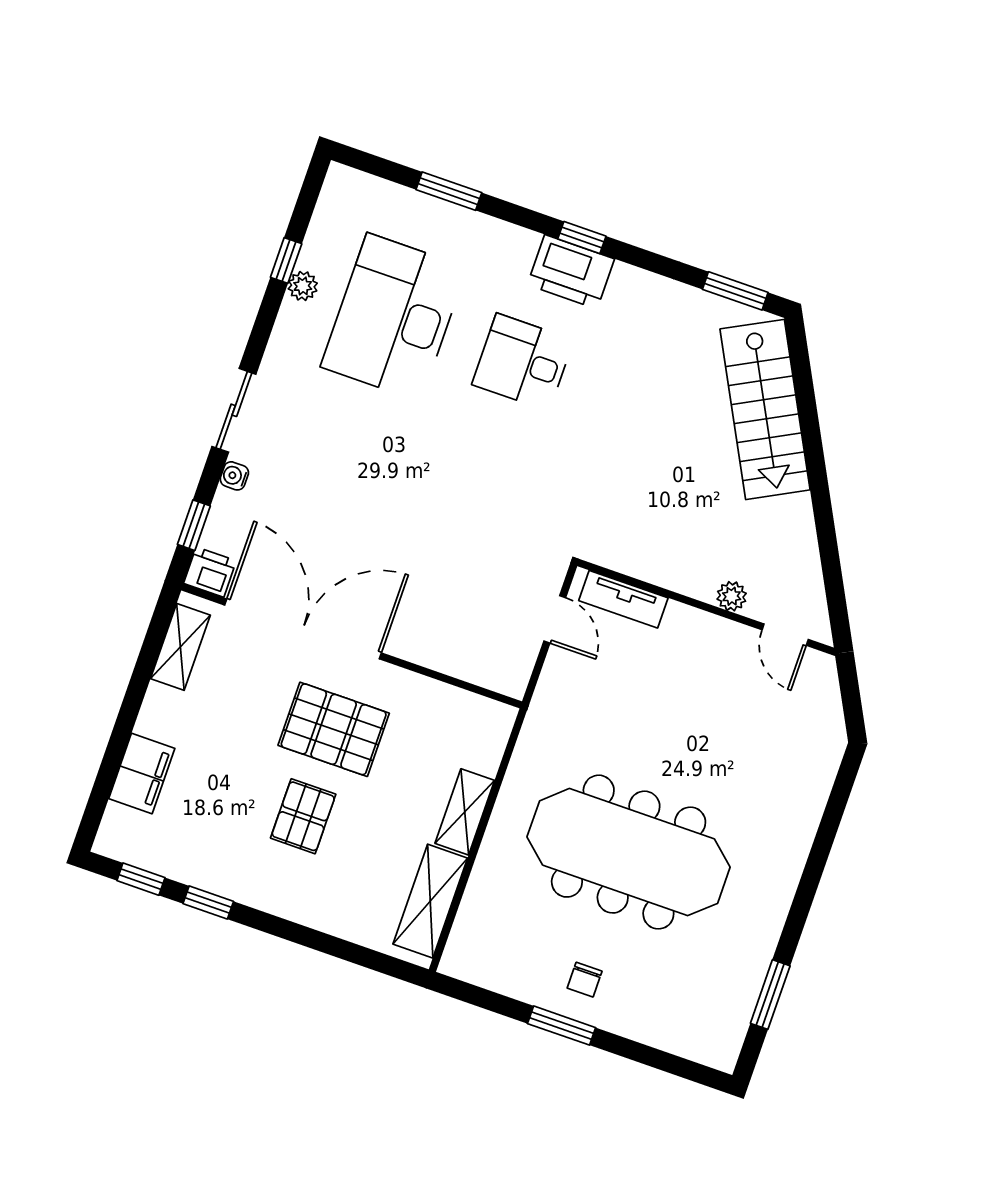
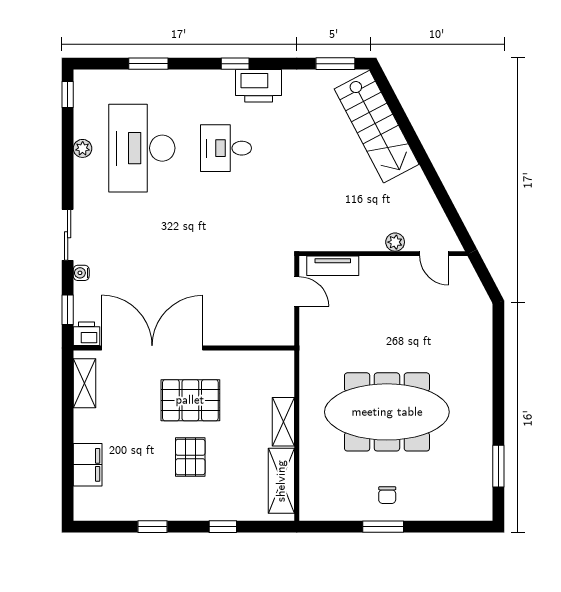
window: (286, 260) -> (68, 94), moved
printer: (571, 272) -> (259, 86), moved
window: (141, 879) -> (223, 527), moved

